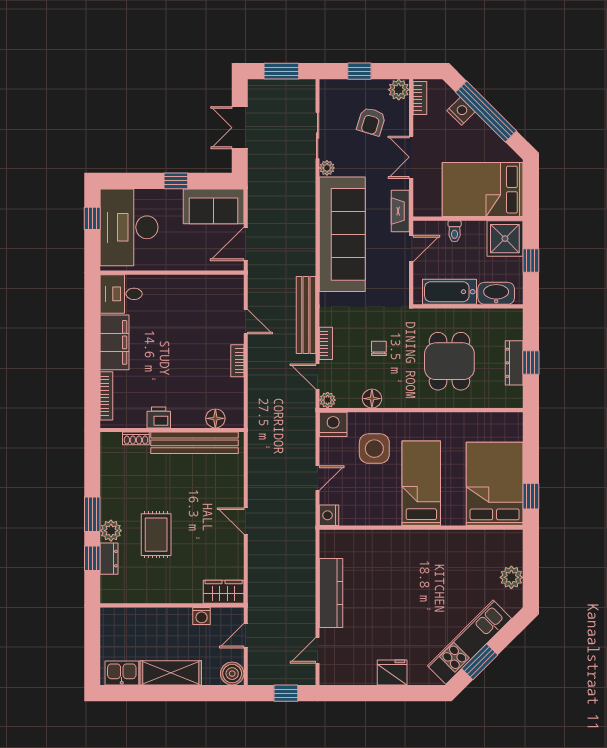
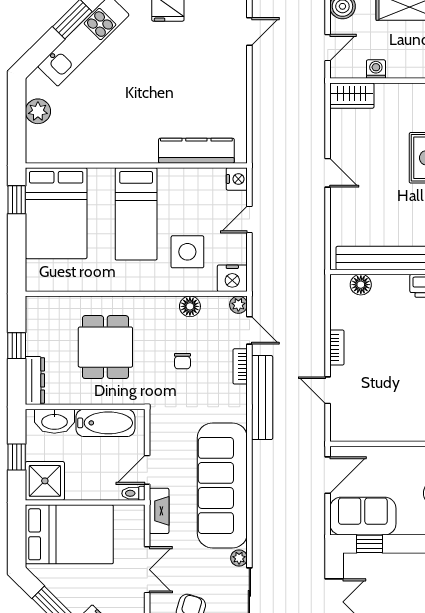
window: (176, 181) -> (369, 544), moved
toilet: (455, 231) -> (133, 493), moved, turned -90
dresser: (514, 363) -> (35, 380), moved
kitchen counter: (331, 593) -> (196, 151), moved, turned 90

